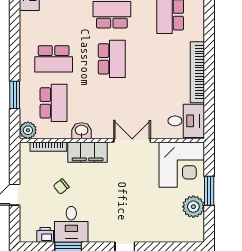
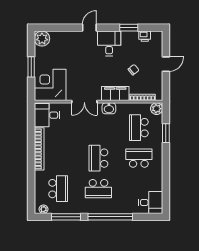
washbasin: (82, 131) -> (109, 108), moved
plant: (193, 207) -> (42, 39), moved
desk: (71, 224) -> (109, 43), moved

